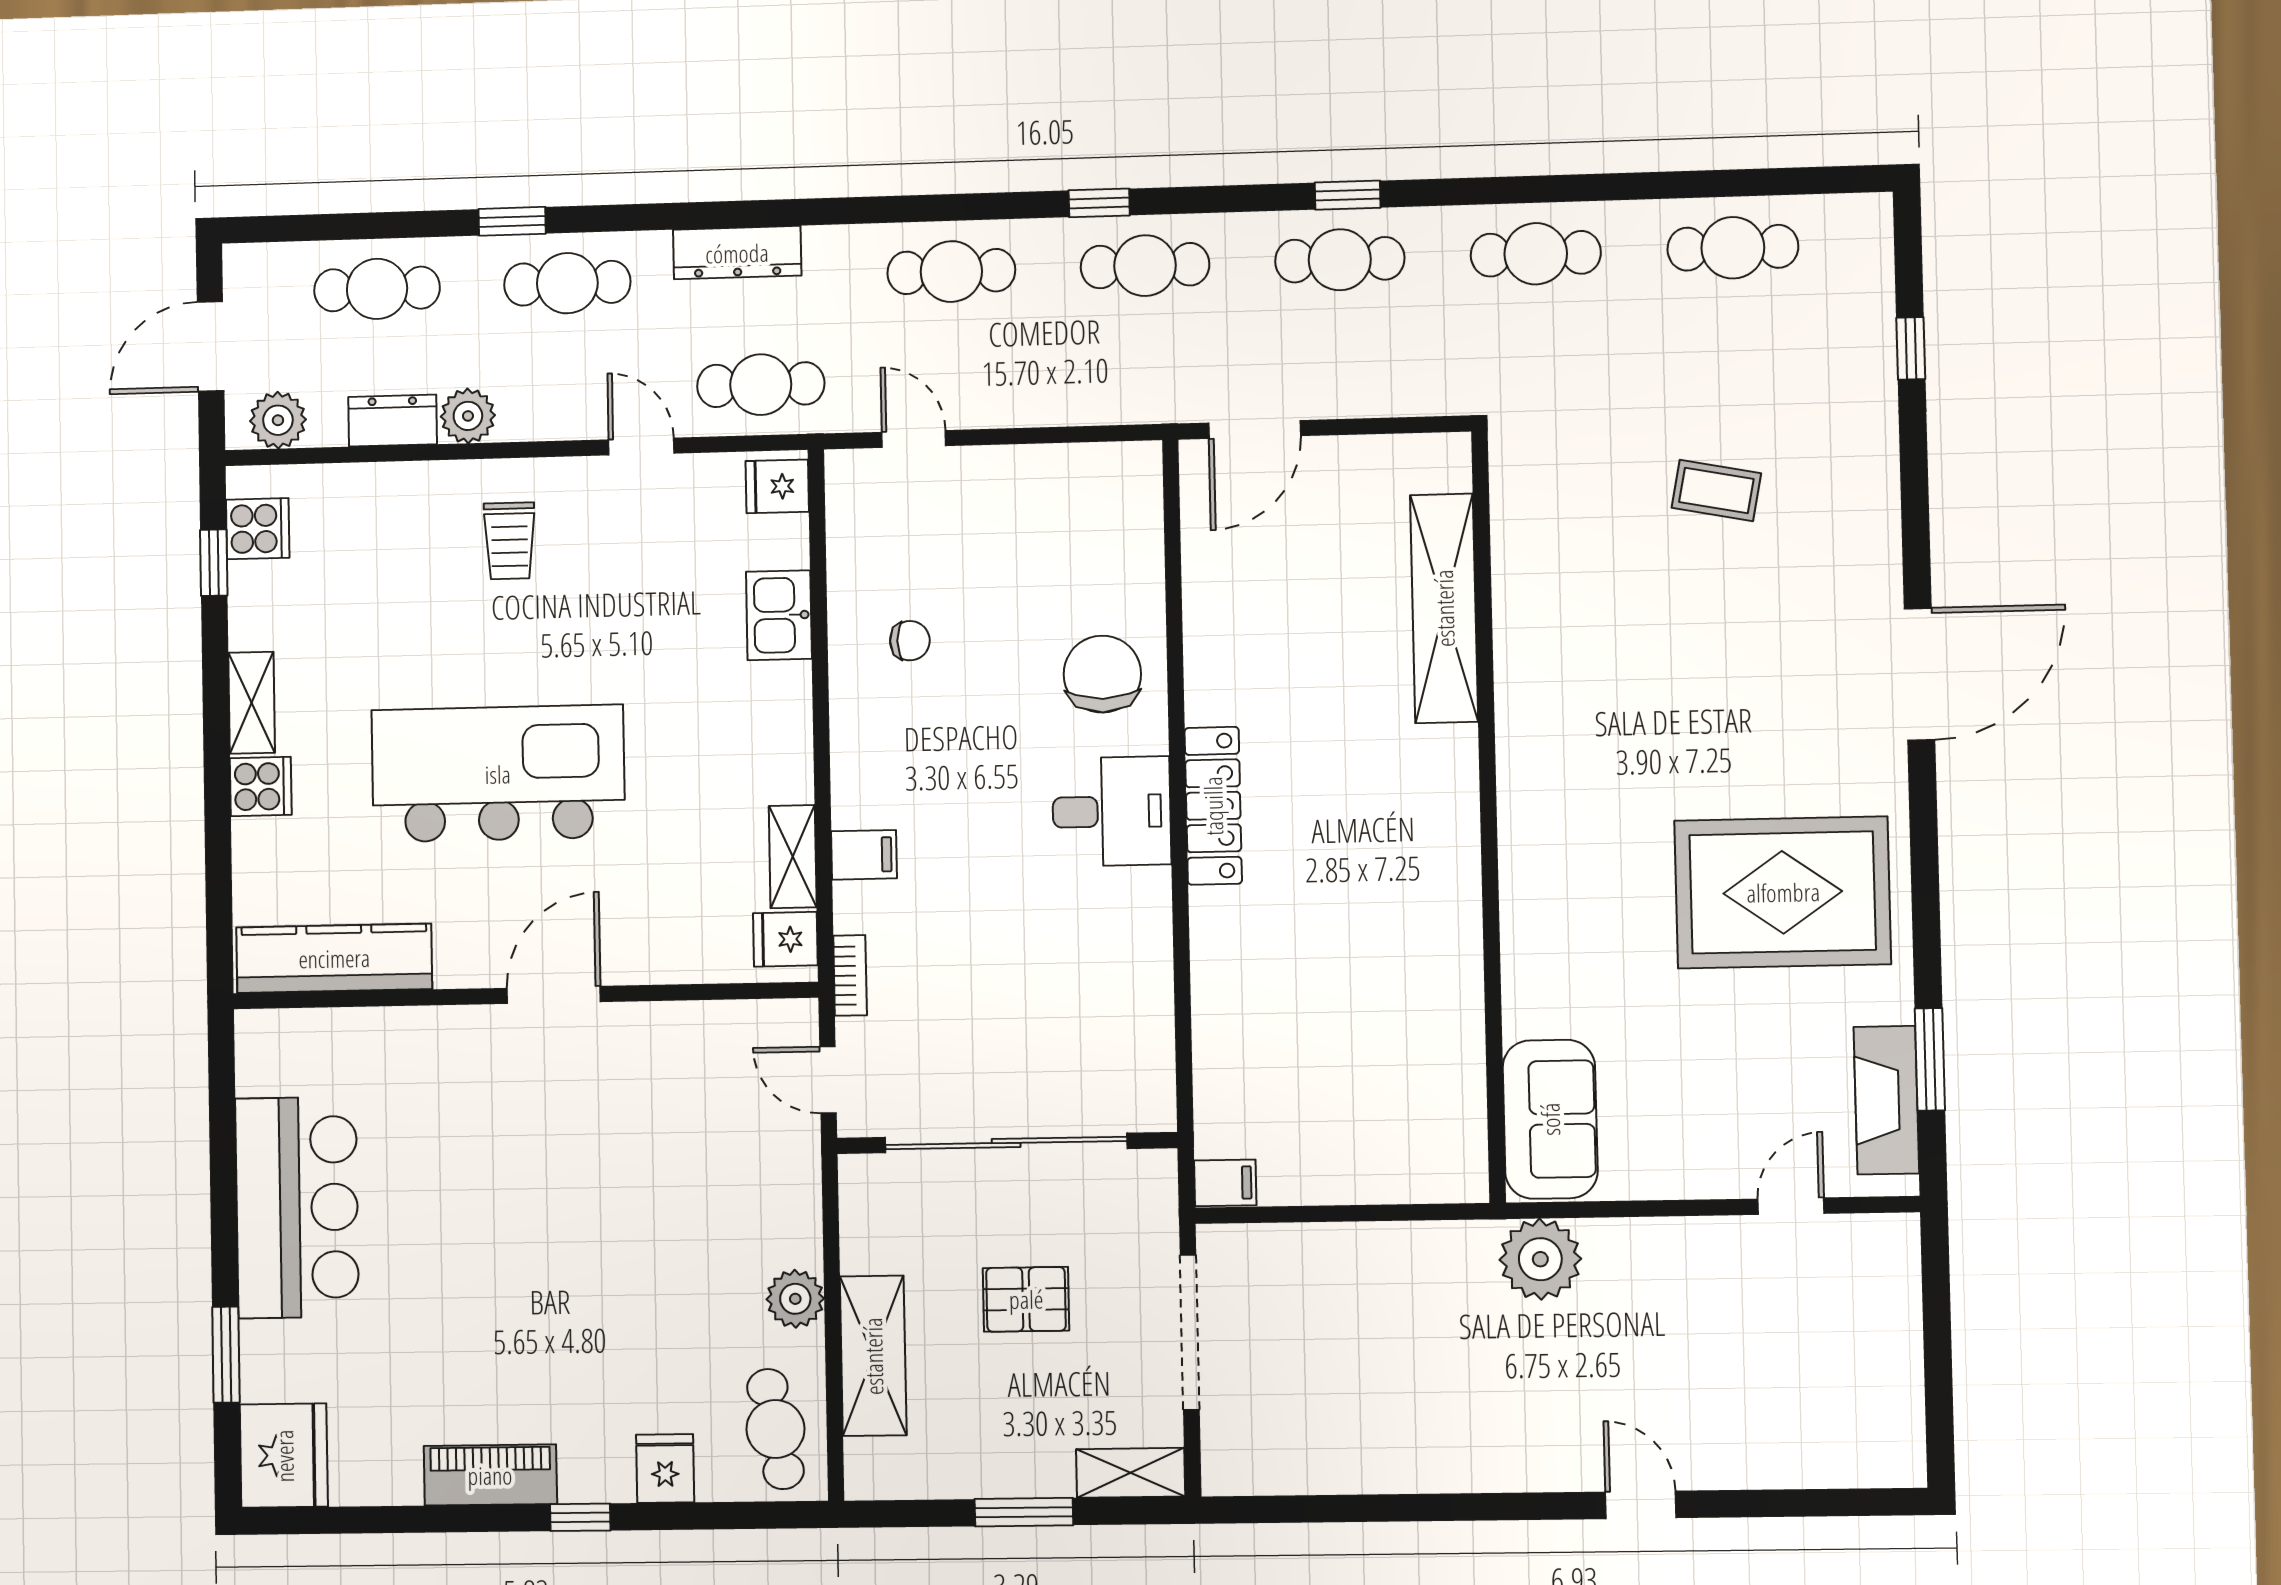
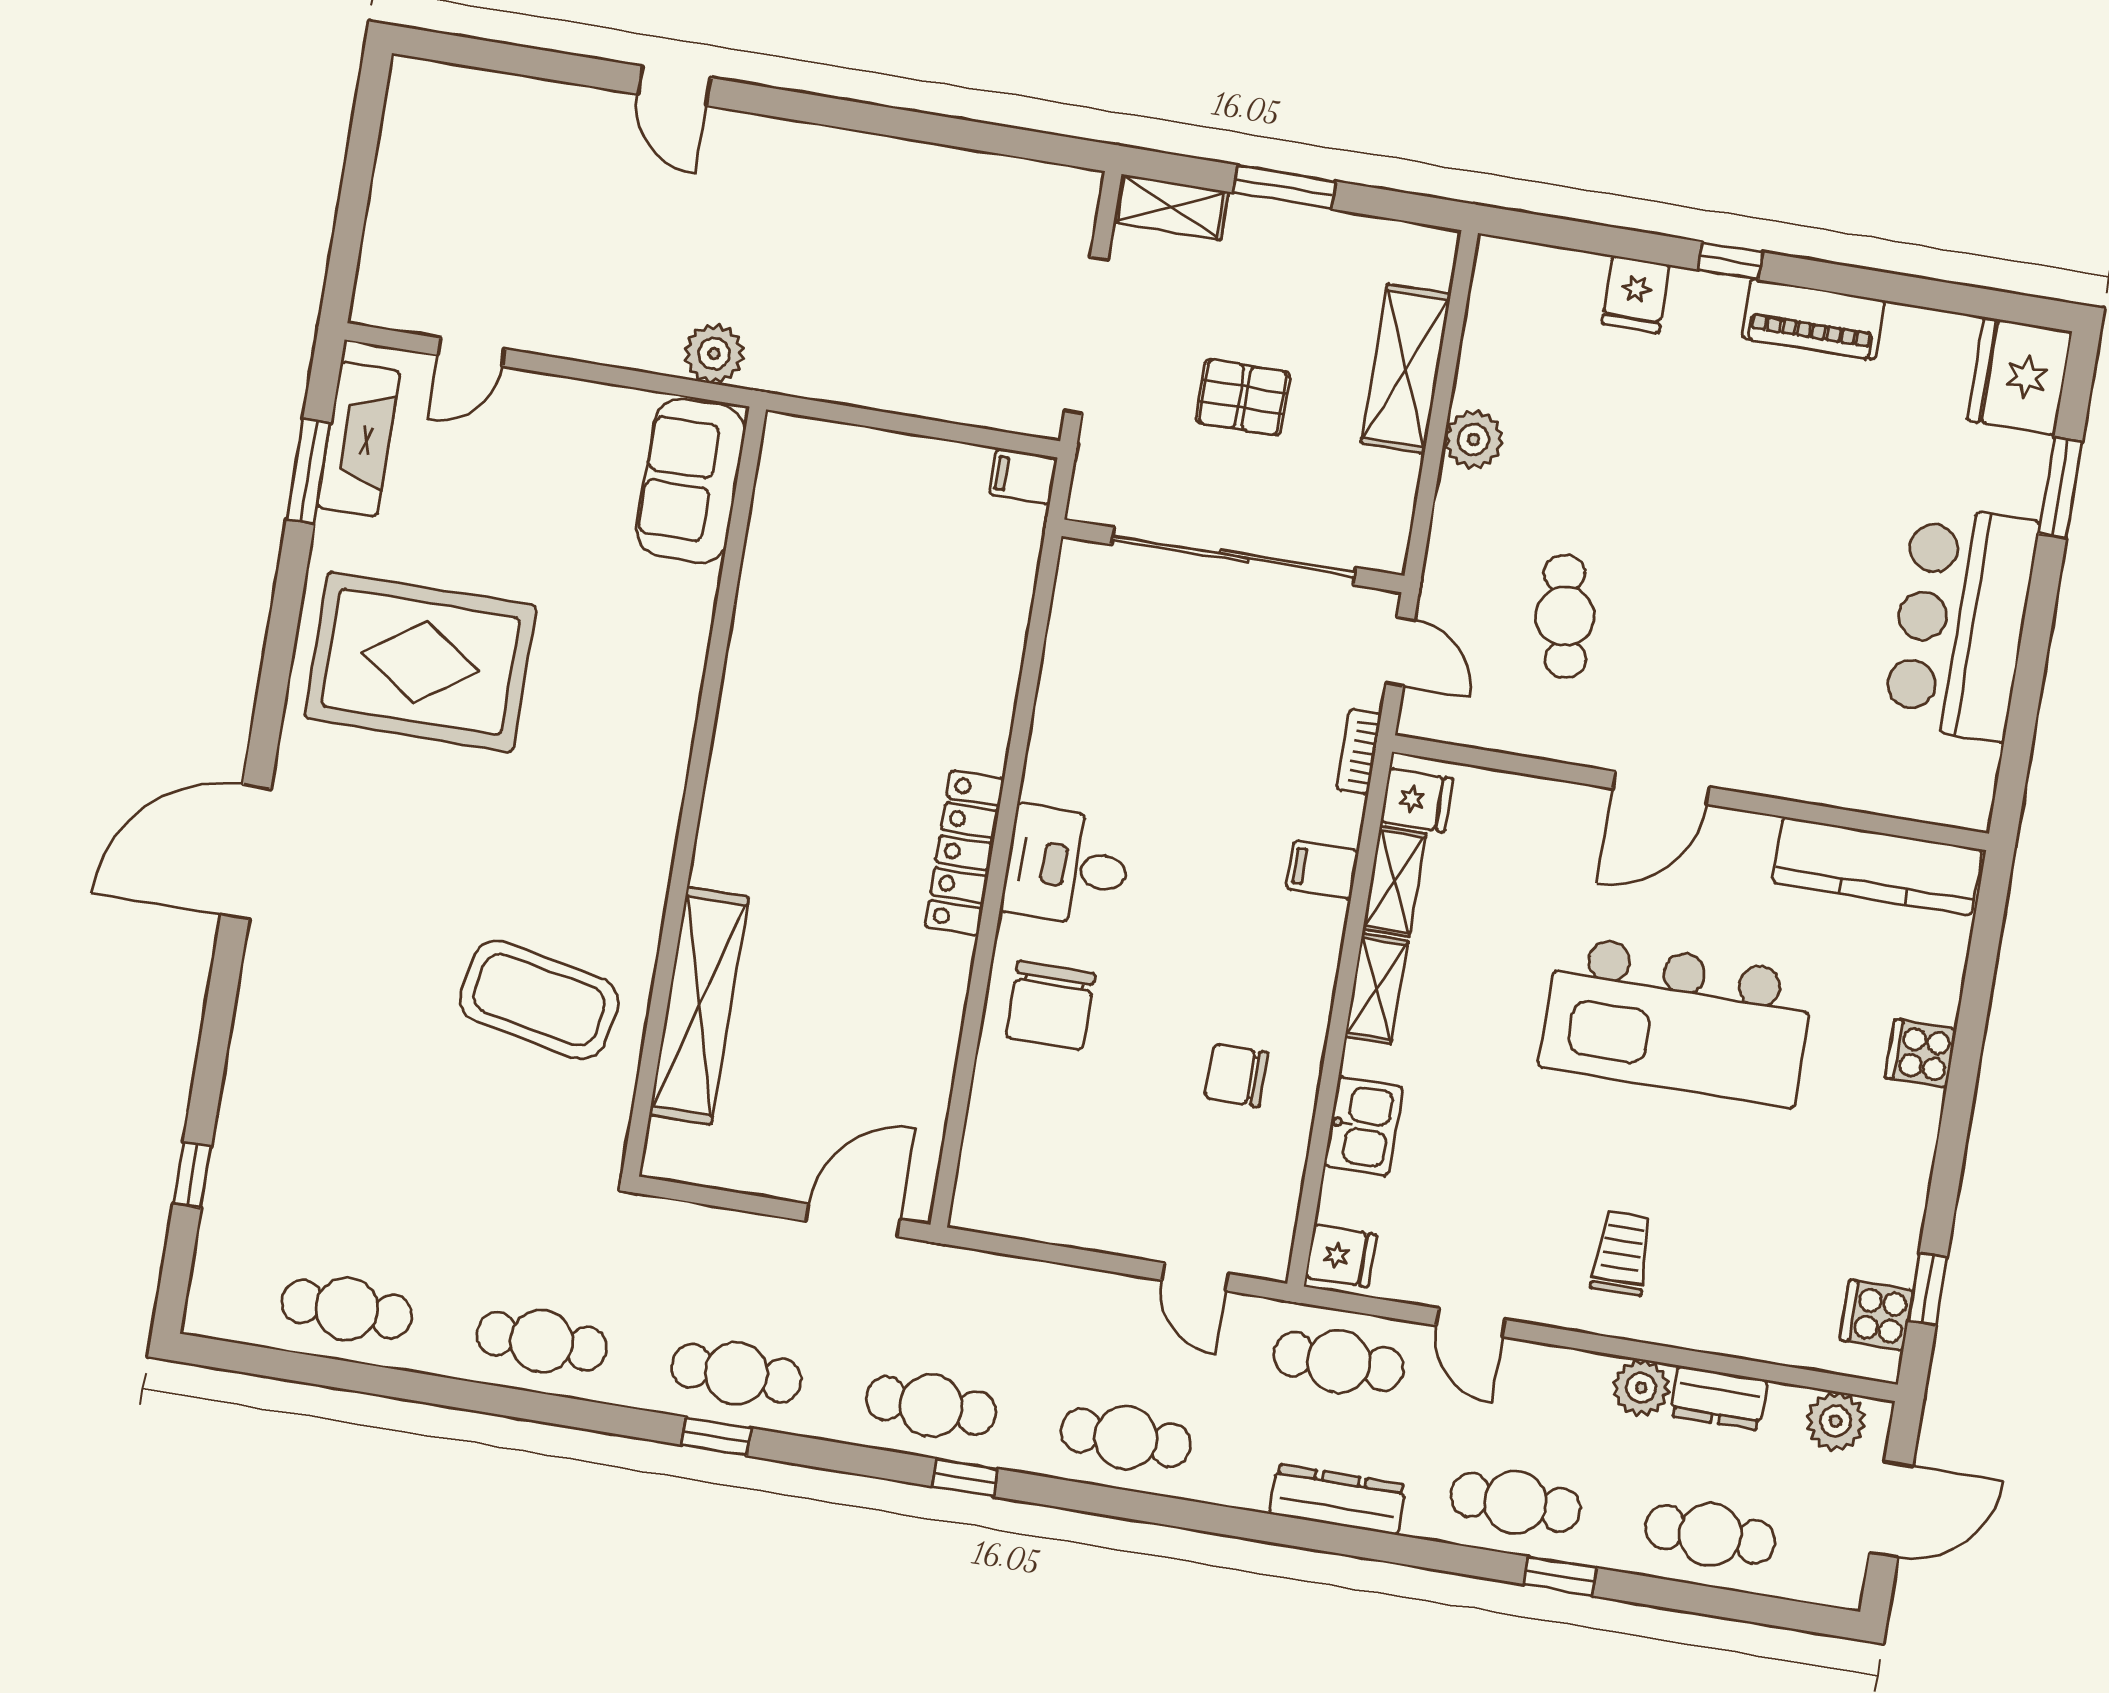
coffee table: (1716, 490) -> (539, 1000), moved, width x1.86, depth x1.72
chair: (910, 641) -> (1237, 1075), width x1.37, depth x1.37
shelving: (252, 703) -> (1377, 989), moved
plant: (1540, 1259) -> (714, 354), width x0.73, depth x0.73
cafe table: (775, 1429) -> (1565, 616), moved

